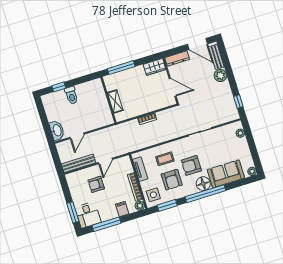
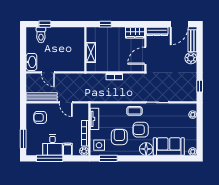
door: (197, 44) -> (179, 24), hinge flipped
window: (121, 68) -> (105, 24), width x0.46
door: (173, 87) -> (145, 56), swing flipped
toilet: (71, 95) -> (41, 35), moved
door: (77, 136) -> (48, 72), hinge flipped
coffee table: (165, 159) -> (134, 111), moved
door: (105, 161) -> (66, 102), hinge flipped
armchair: (172, 180) -> (119, 137), turned 180
armchair: (96, 184) -> (40, 117), moved
window: (205, 194) -> (145, 158), removed
desk: (88, 215) -> (52, 145), moved

